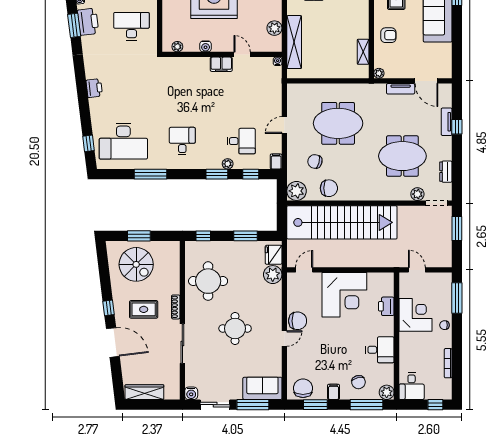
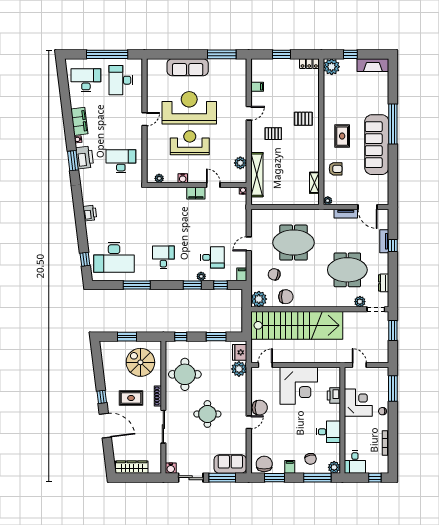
spiral stairs: (136, 264) -> (140, 362), moved, turned 180

